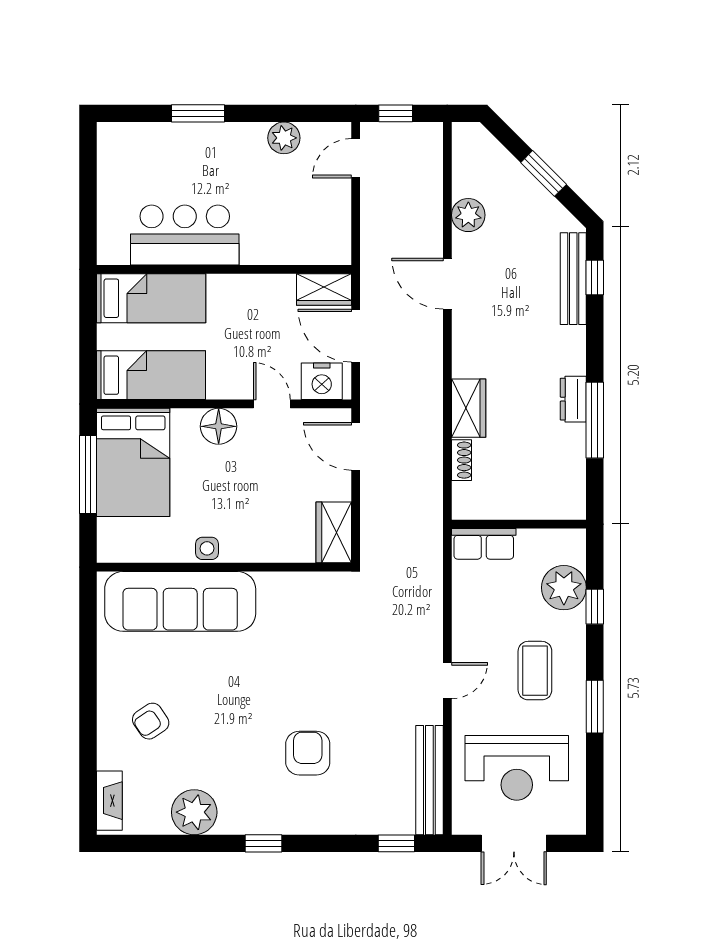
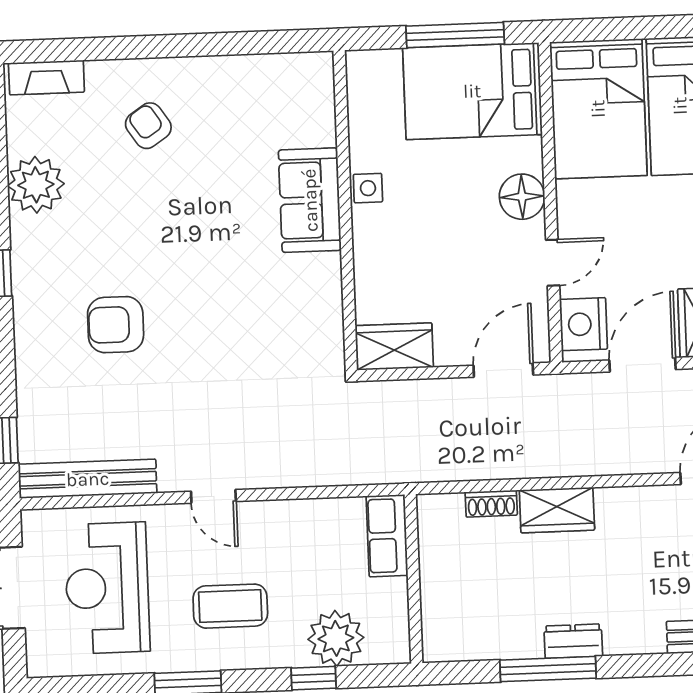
bed: (151, 375) -> (598, 109), width x1.50
sofa: (180, 601) -> (310, 200), width x0.54, depth x0.79
armchair: (308, 753) -> (116, 325), turned 180

